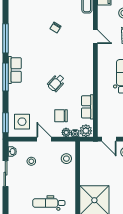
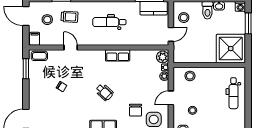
door: (95, 37) -> (71, 47), hinge flipped
wheelchair: (56, 83) -> (104, 92), moved
row of seats: (87, 107) -> (118, 55), moved
chair: (61, 116) -> (135, 110), moved

